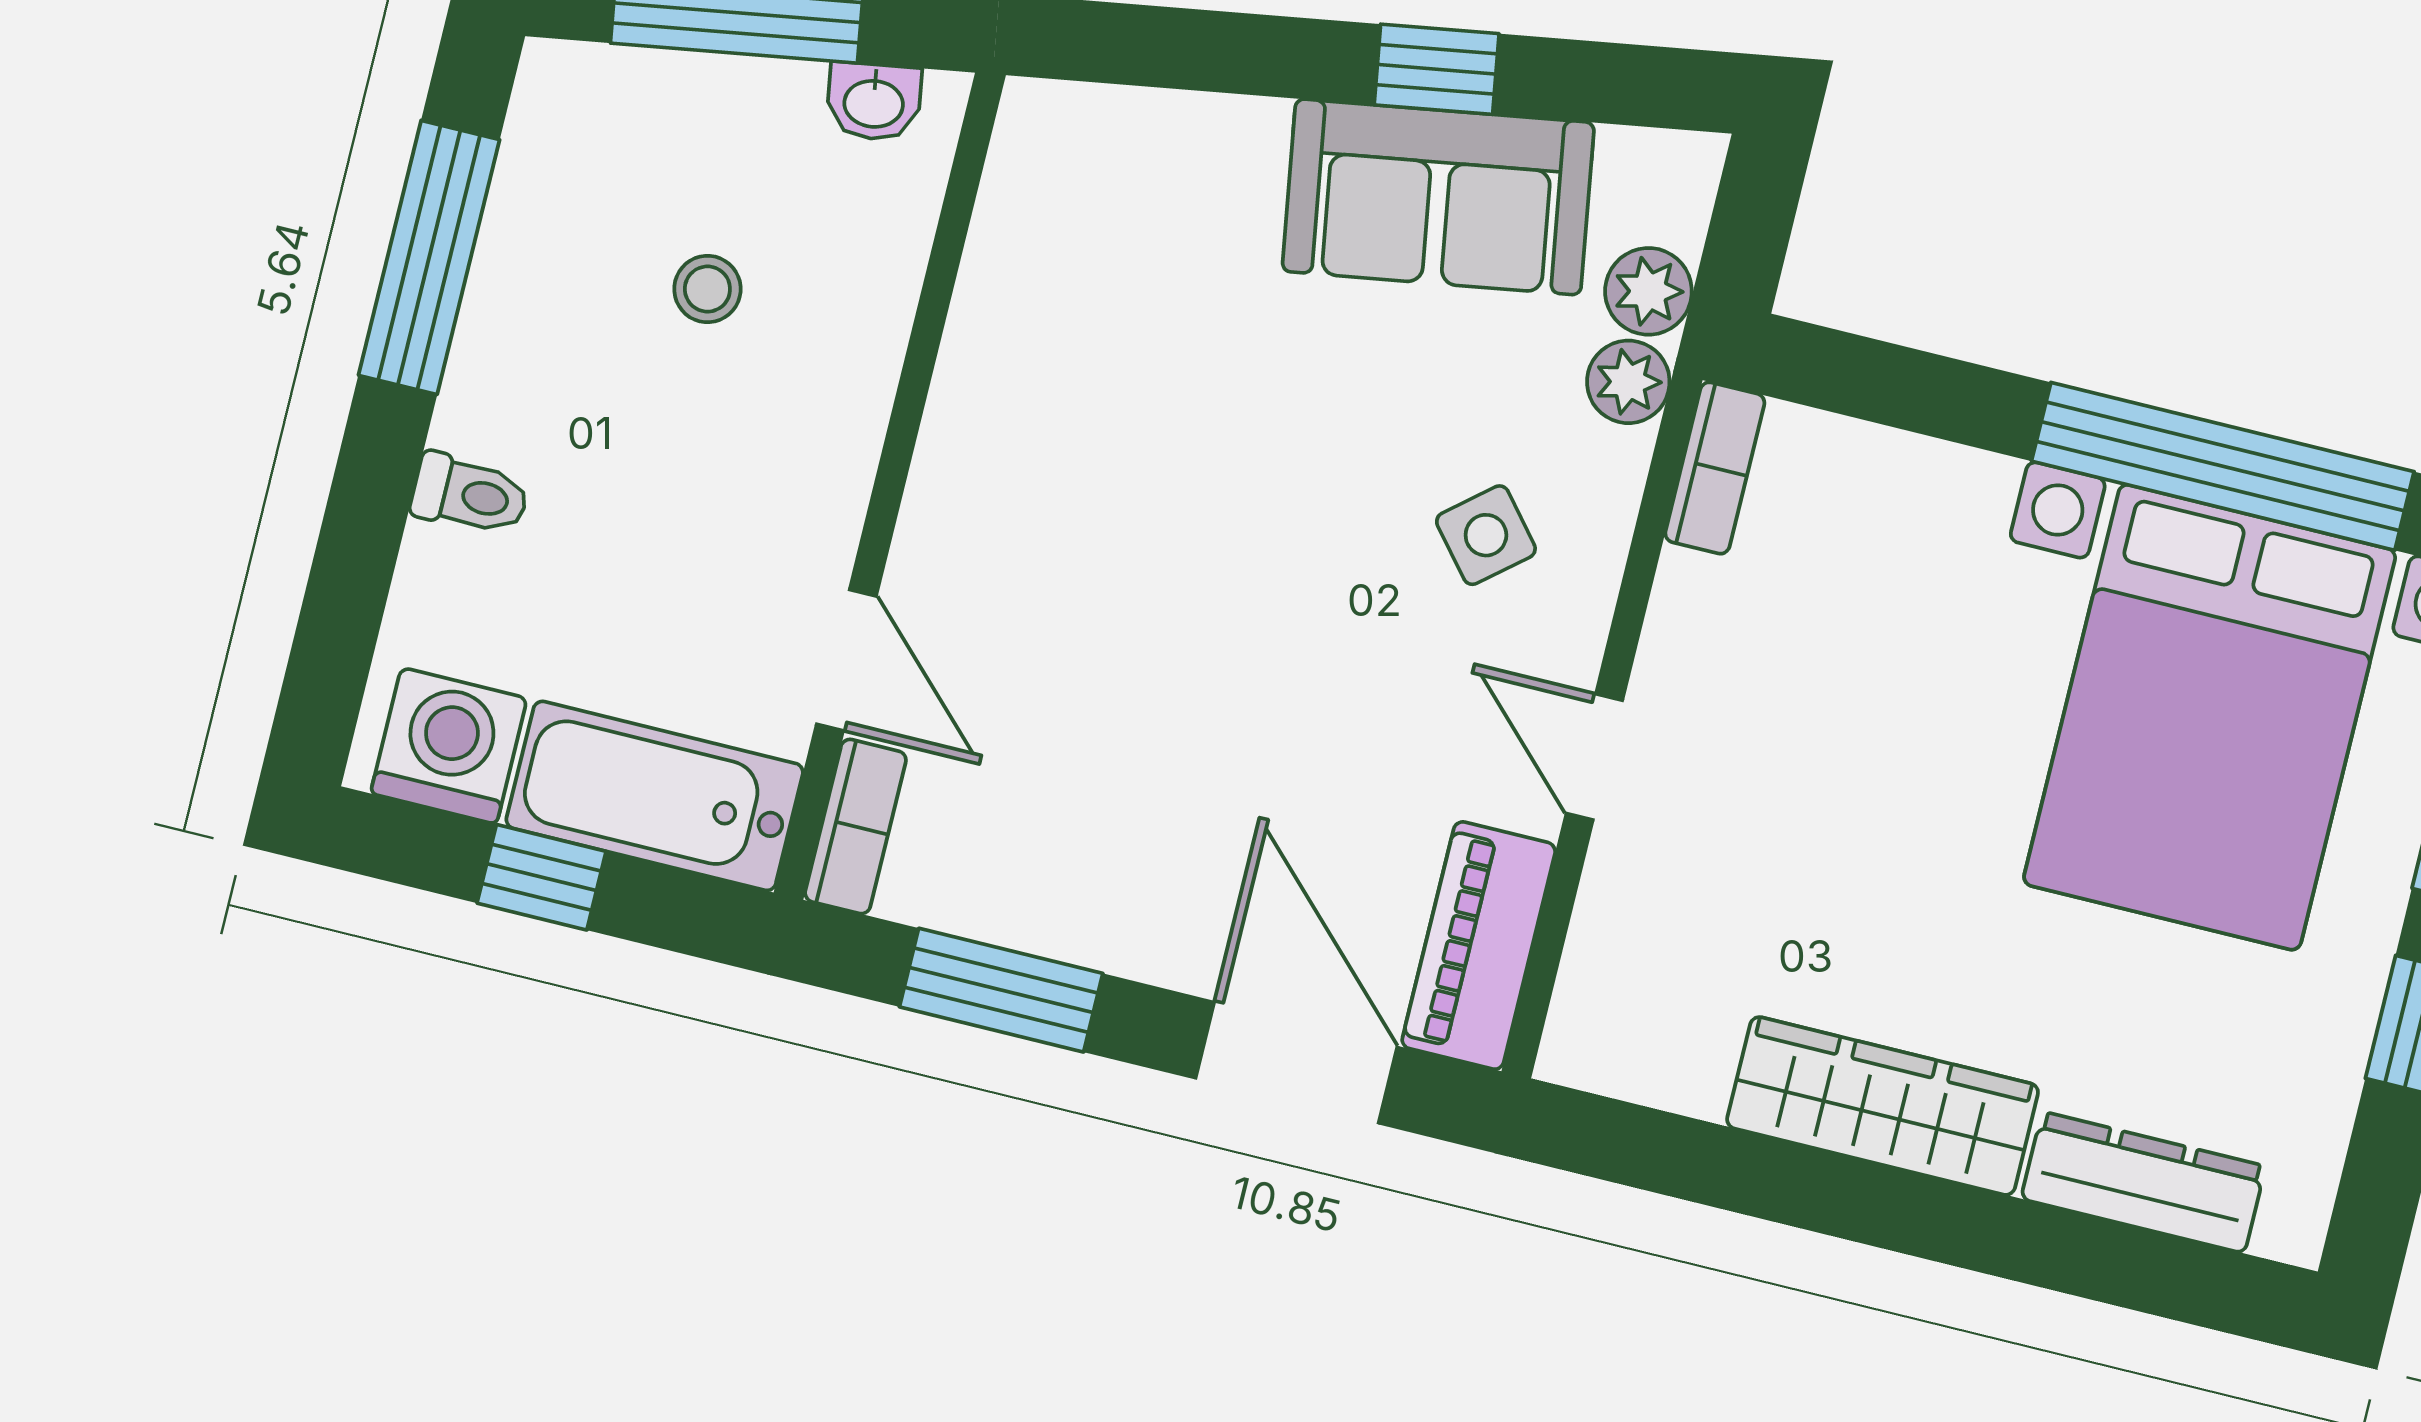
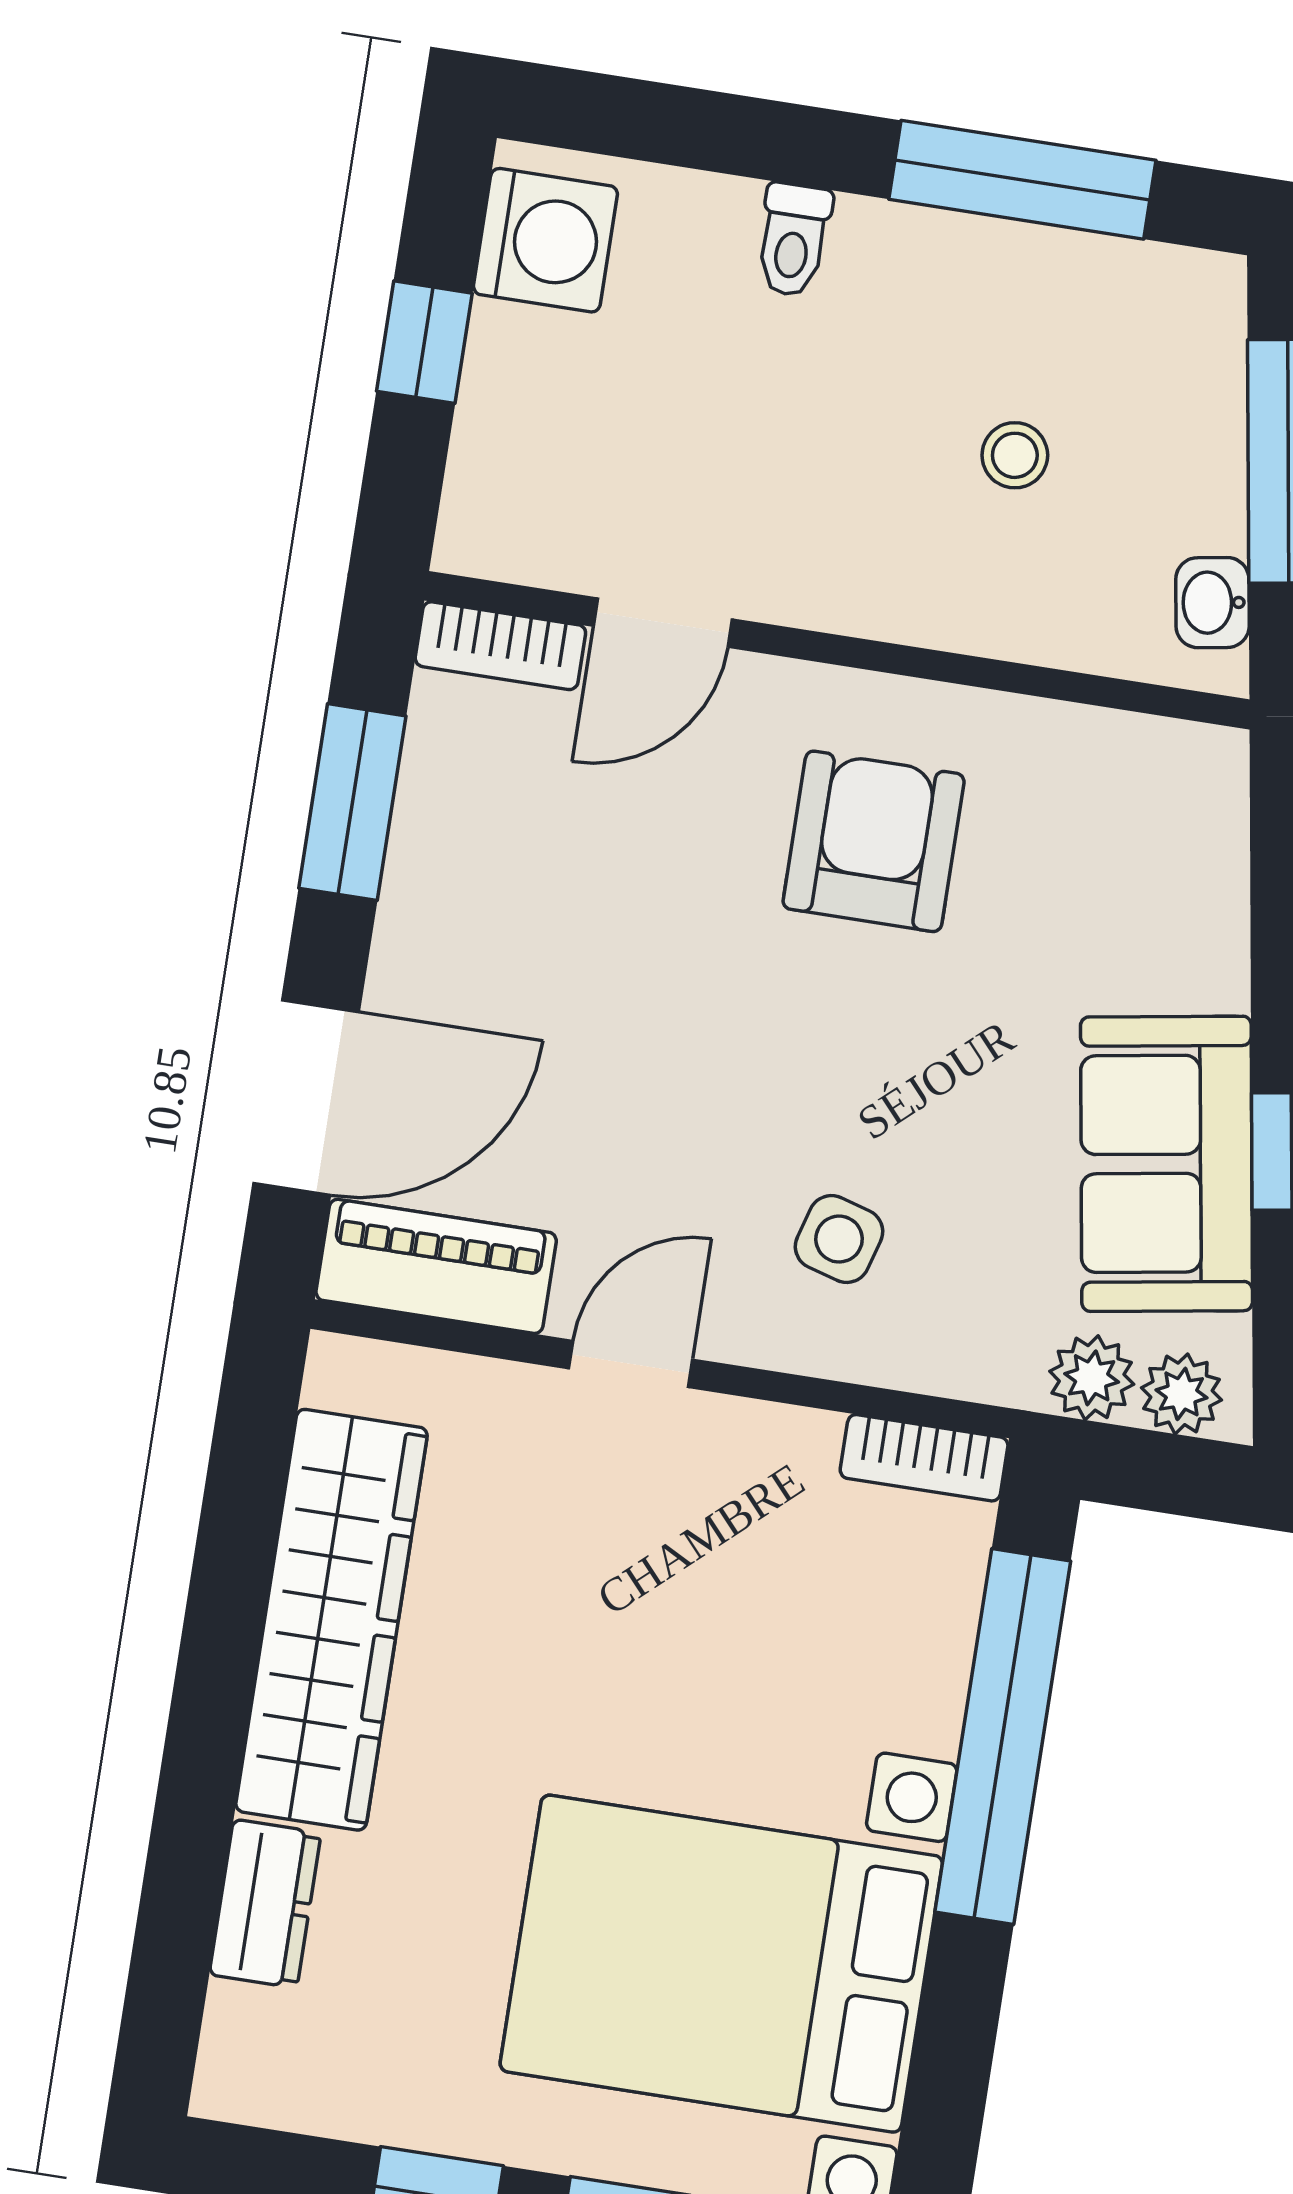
plant: (1628, 382) -> (1181, 1394), moved
armchair: (1086, 466) -> (874, 841), added
window: (2223, 466) -> (1003, 1737), moved
side table: (1486, 535) -> (839, 1239), turned -34
bathtub: (655, 796) -> (514, 446), removed
wardrobe: (1883, 1106) -> (331, 1620), width x1.40, depth x1.17
dresser: (2143, 1182) -> (265, 1904), width x0.70

